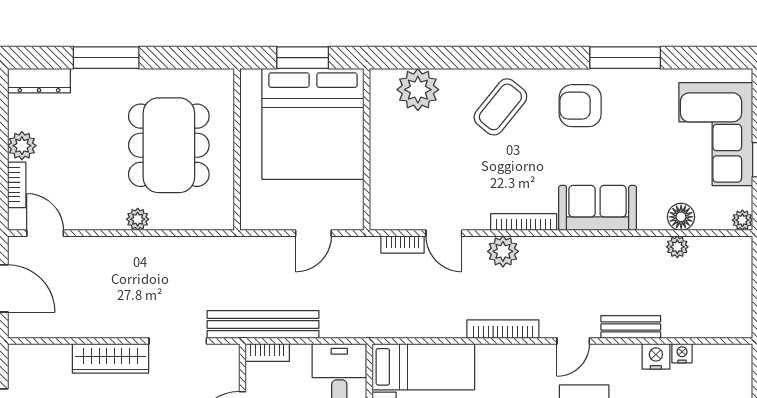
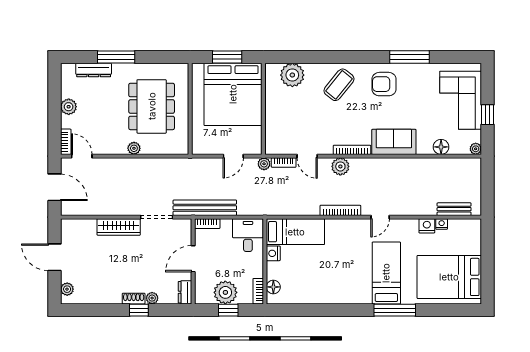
dresser: (39, 81) -> (94, 70), moved
bookcase: (17, 185) -> (66, 142), moved
plant: (677, 247) -> (264, 164), moved
bench: (631, 327) -> (454, 209), moved

